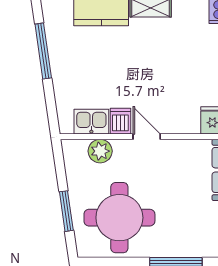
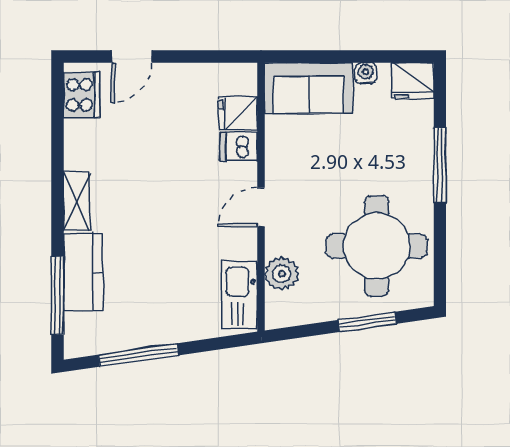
dishwasher: (120, 121) -> (239, 147), moved
kitchen sink: (91, 122) -> (239, 295), width x1.38

